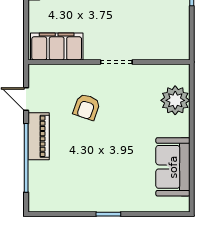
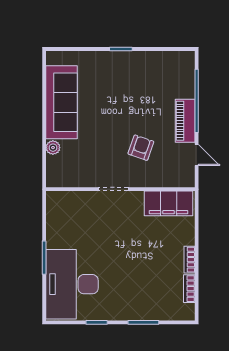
plant: (175, 100) -> (53, 148), width x0.53, depth x0.53
sofa: (173, 167) -> (61, 102), width x1.36

